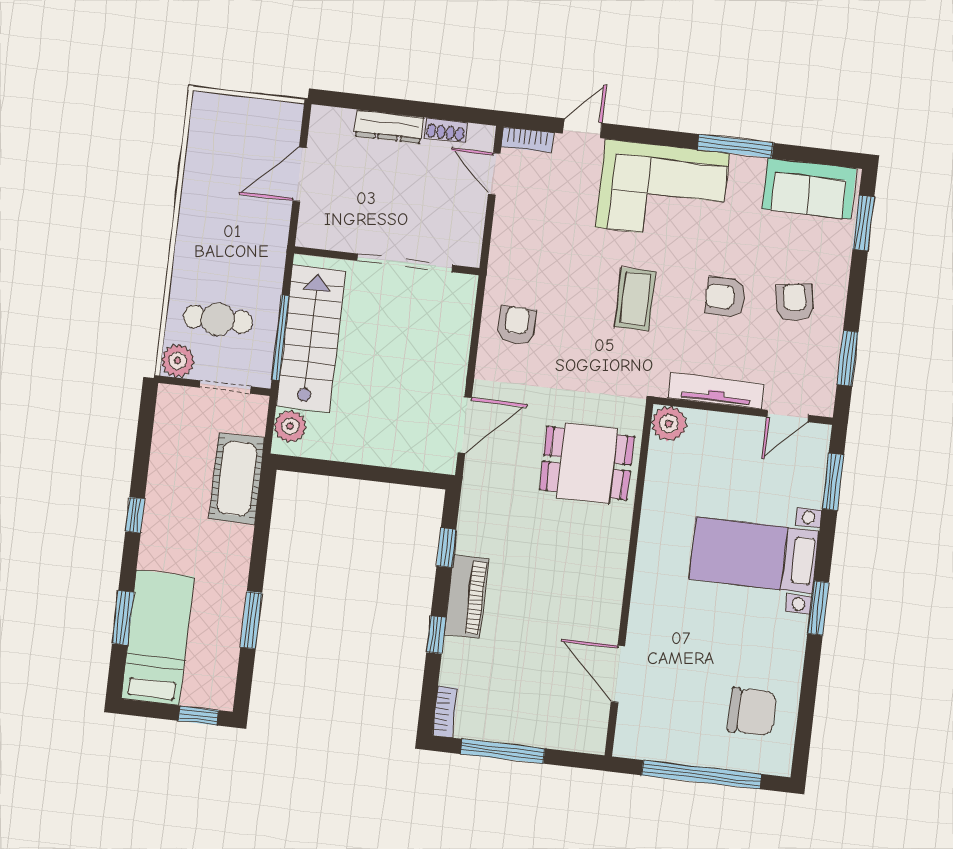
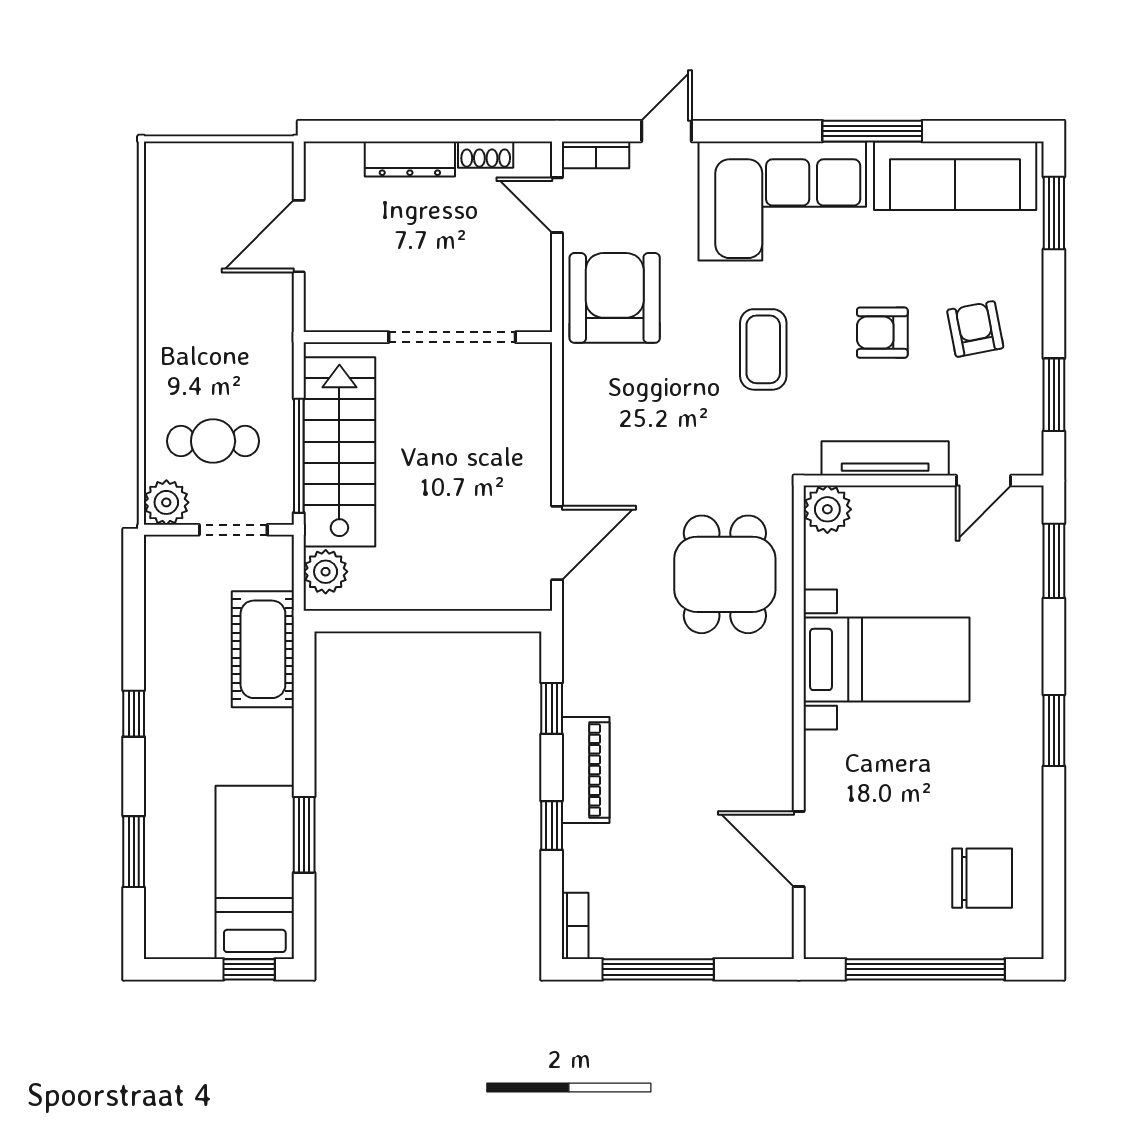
sofa: (809, 189) -> (955, 176), width x1.36
armchair: (517, 325) -> (615, 298), moved, width x1.88, depth x1.88
dining table: (587, 463) -> (725, 574), turned 90
bed with nightstands: (754, 555) -> (886, 659), moved, turned 180
bed: (158, 638) -> (255, 872), moved

